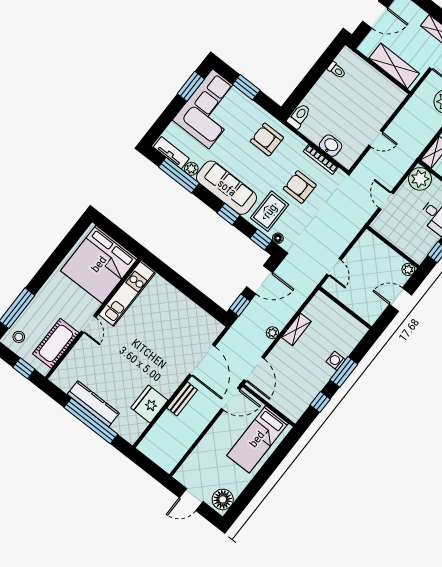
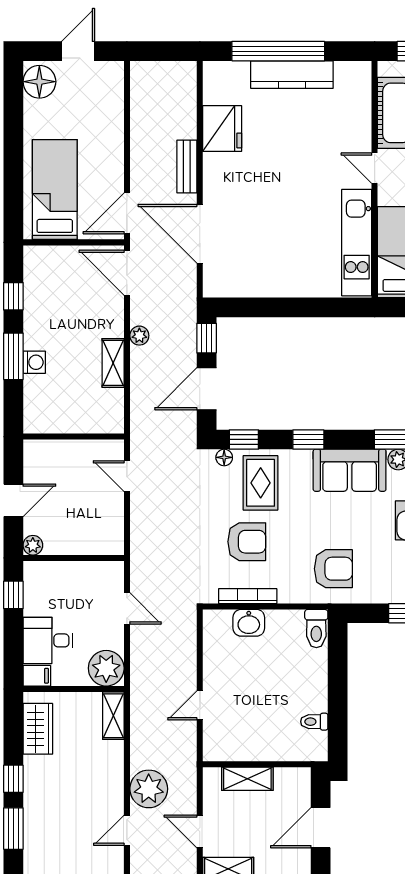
shelving: (394, 66) -> (247, 779), width x0.67, depth x0.75
door: (376, 139) -> (200, 705), moved
sofa: (227, 188) -> (350, 470), width x0.73

